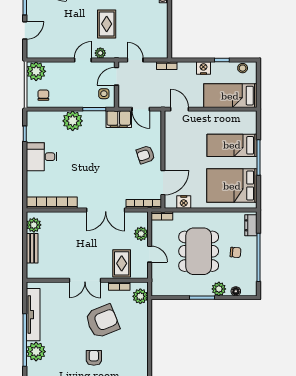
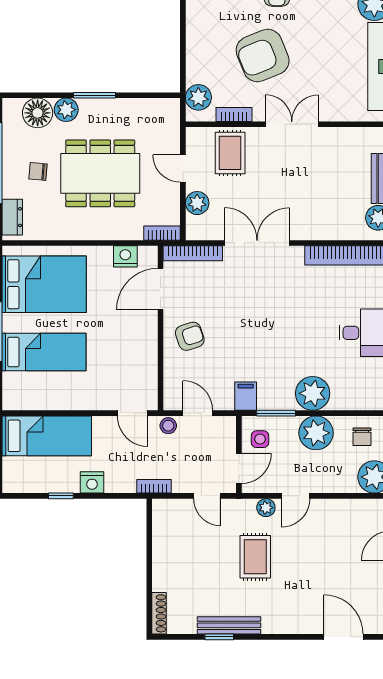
stool: (243, 68) -> (168, 426), moved
plant: (71, 97) -> (316, 433), added
filing cabinet: (119, 119) -> (246, 396), width x0.50
dining table: (199, 251) -> (100, 173), turned 90
floor lamp: (236, 291) -> (38, 113), width x1.89, depth x1.89

